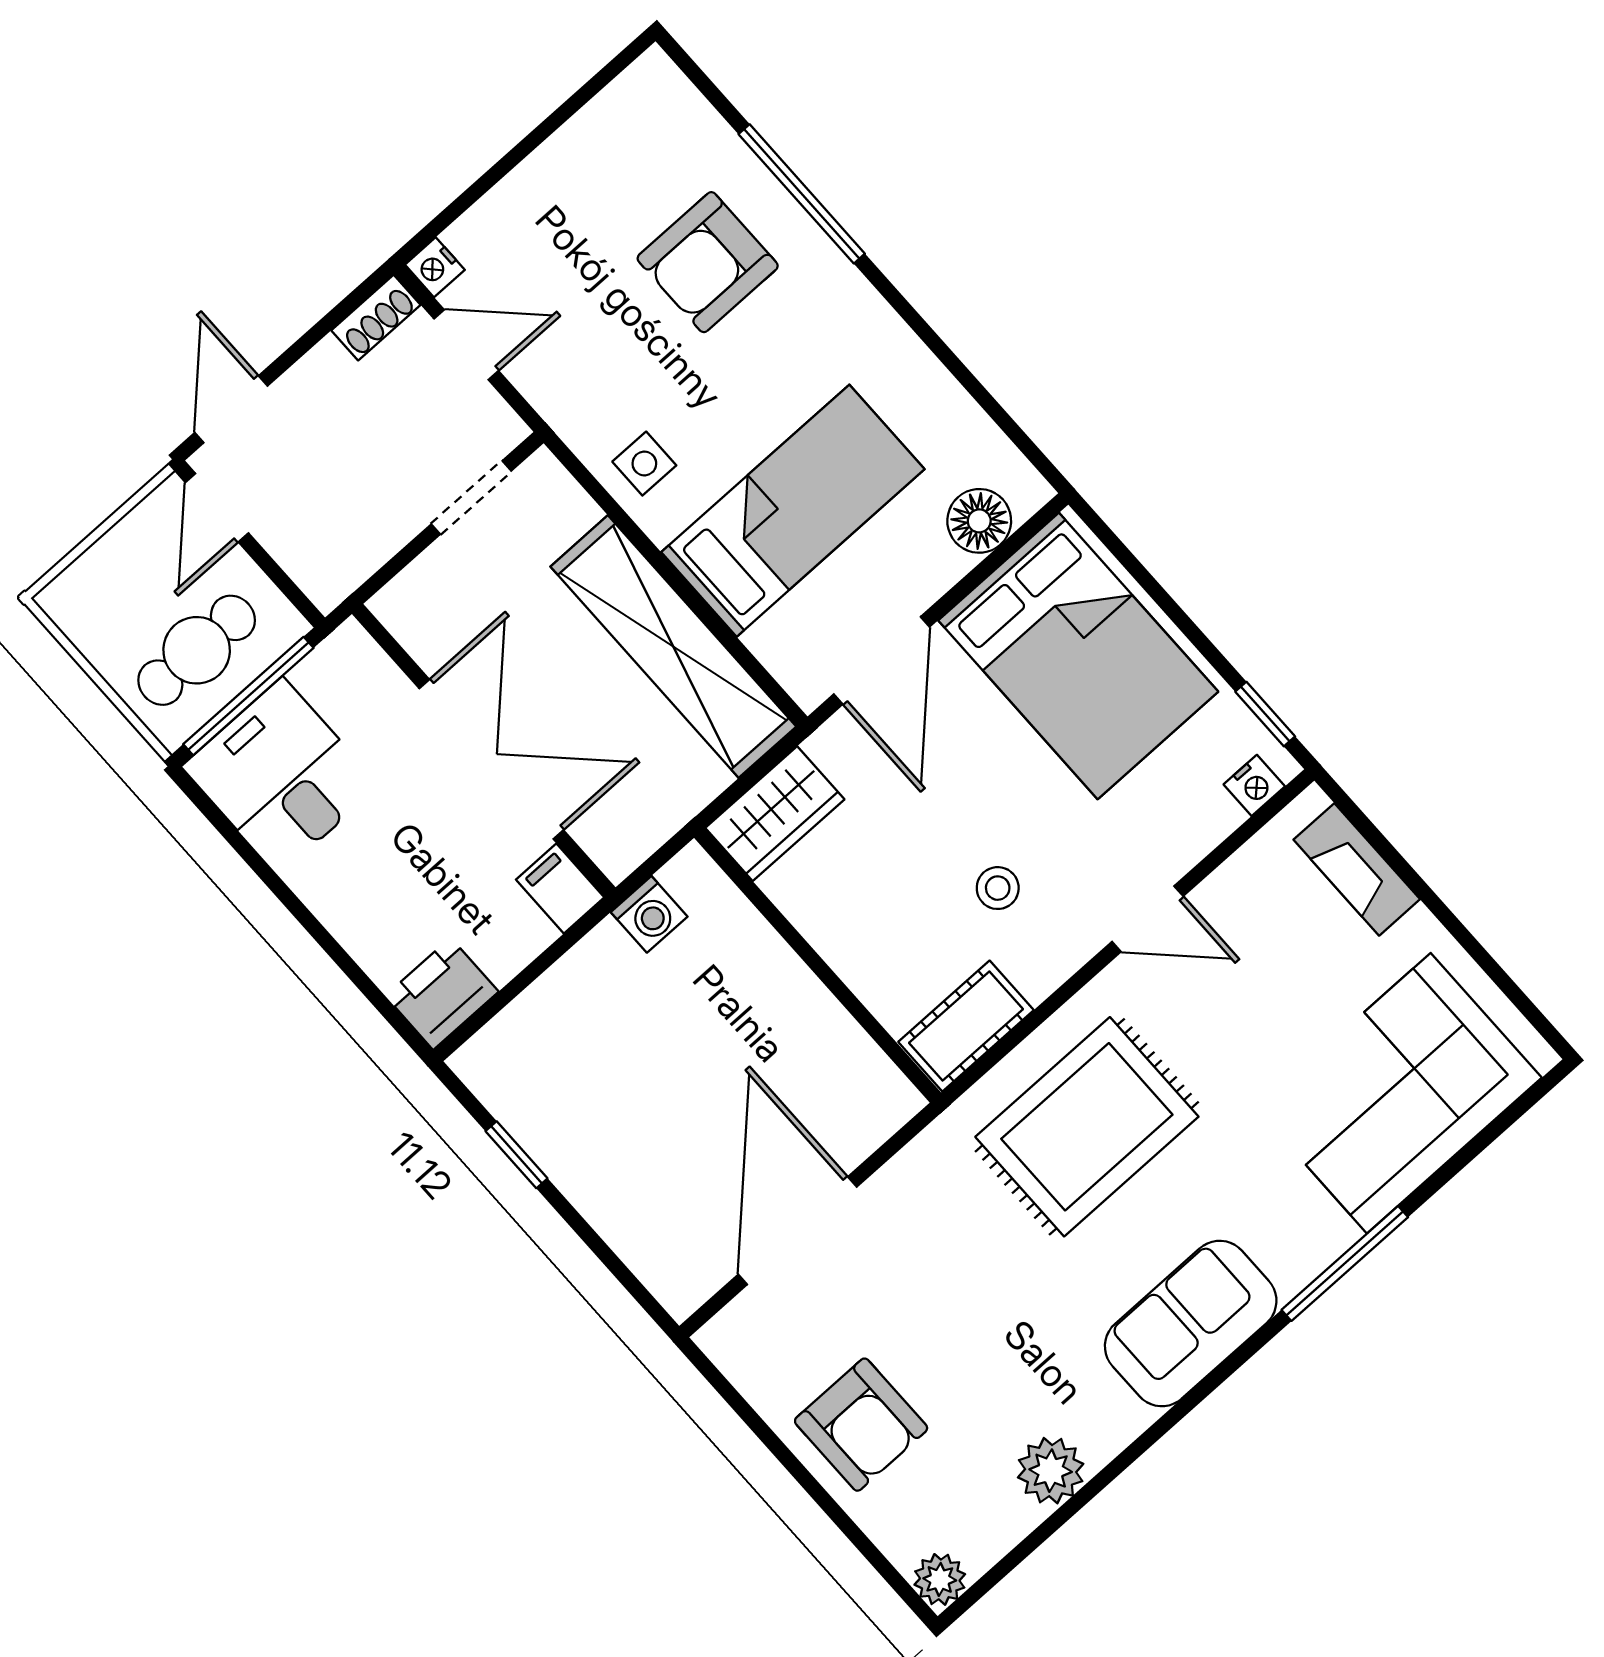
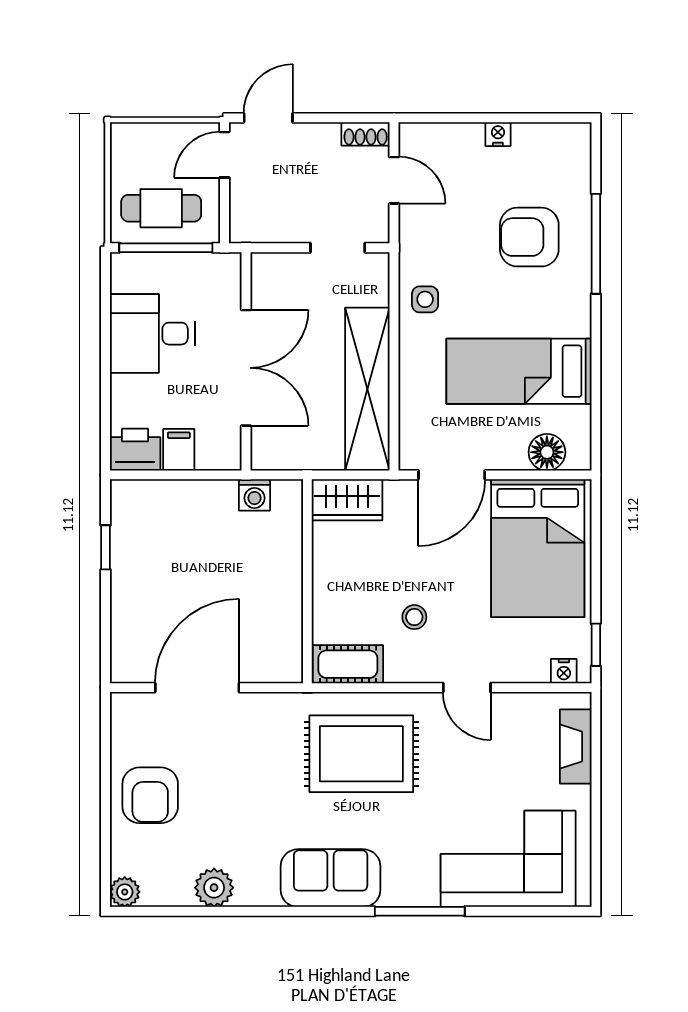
nightstand: (435, 267) -> (498, 134), moved, turned 90
bed: (793, 511) -> (519, 371), moved, turned 180
desk: (281, 776) -> (152, 334), moved, turned -90
filing cabinet: (560, 889) -> (179, 450), moved

